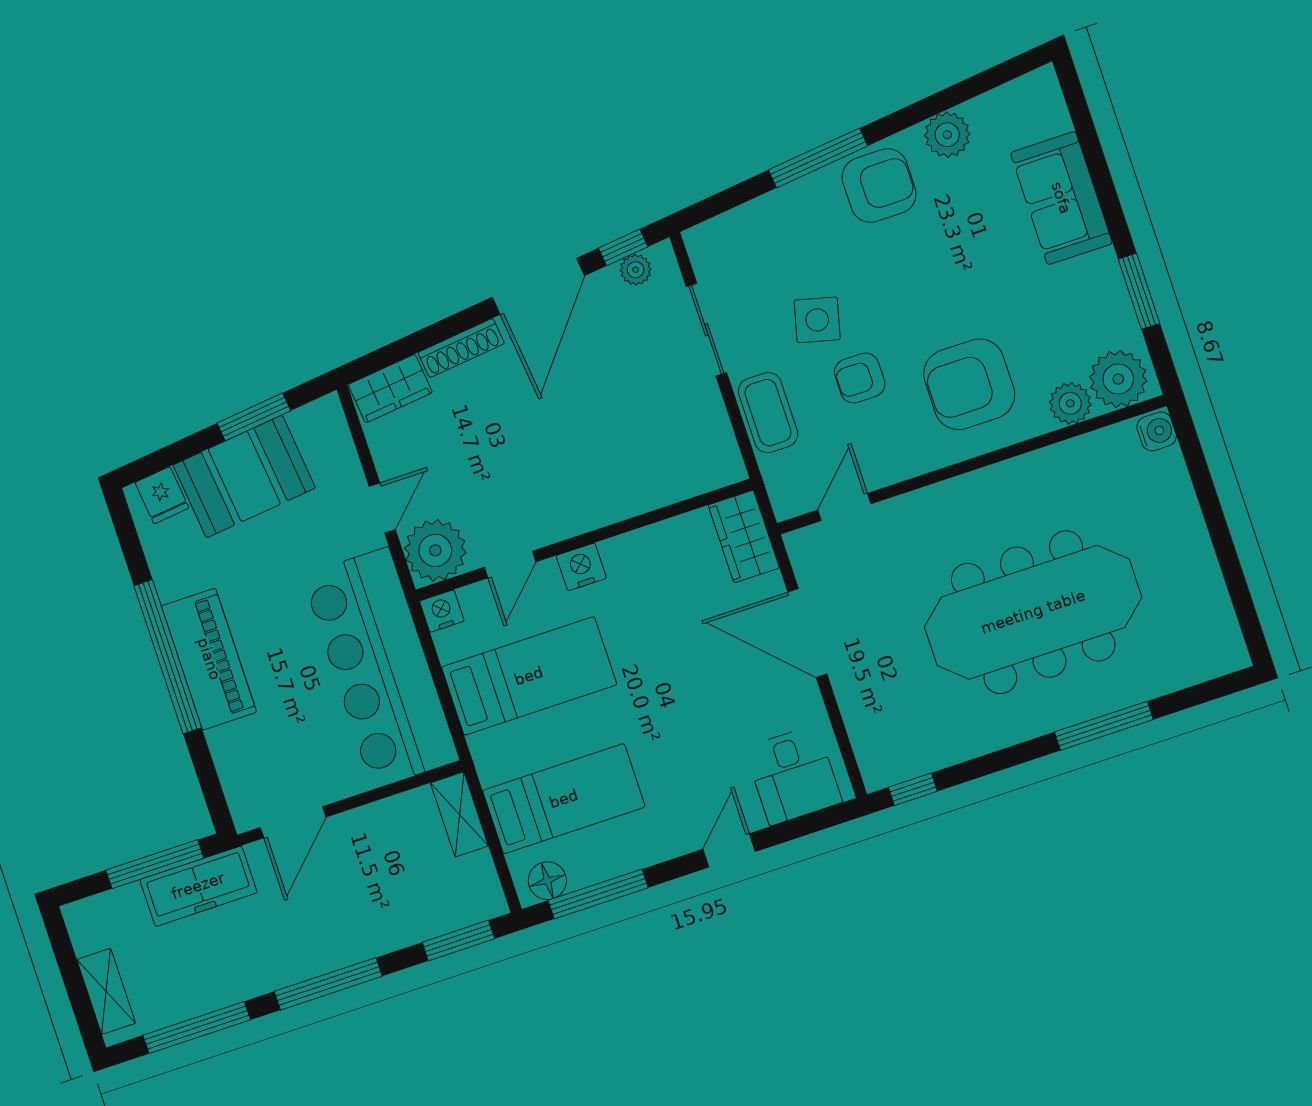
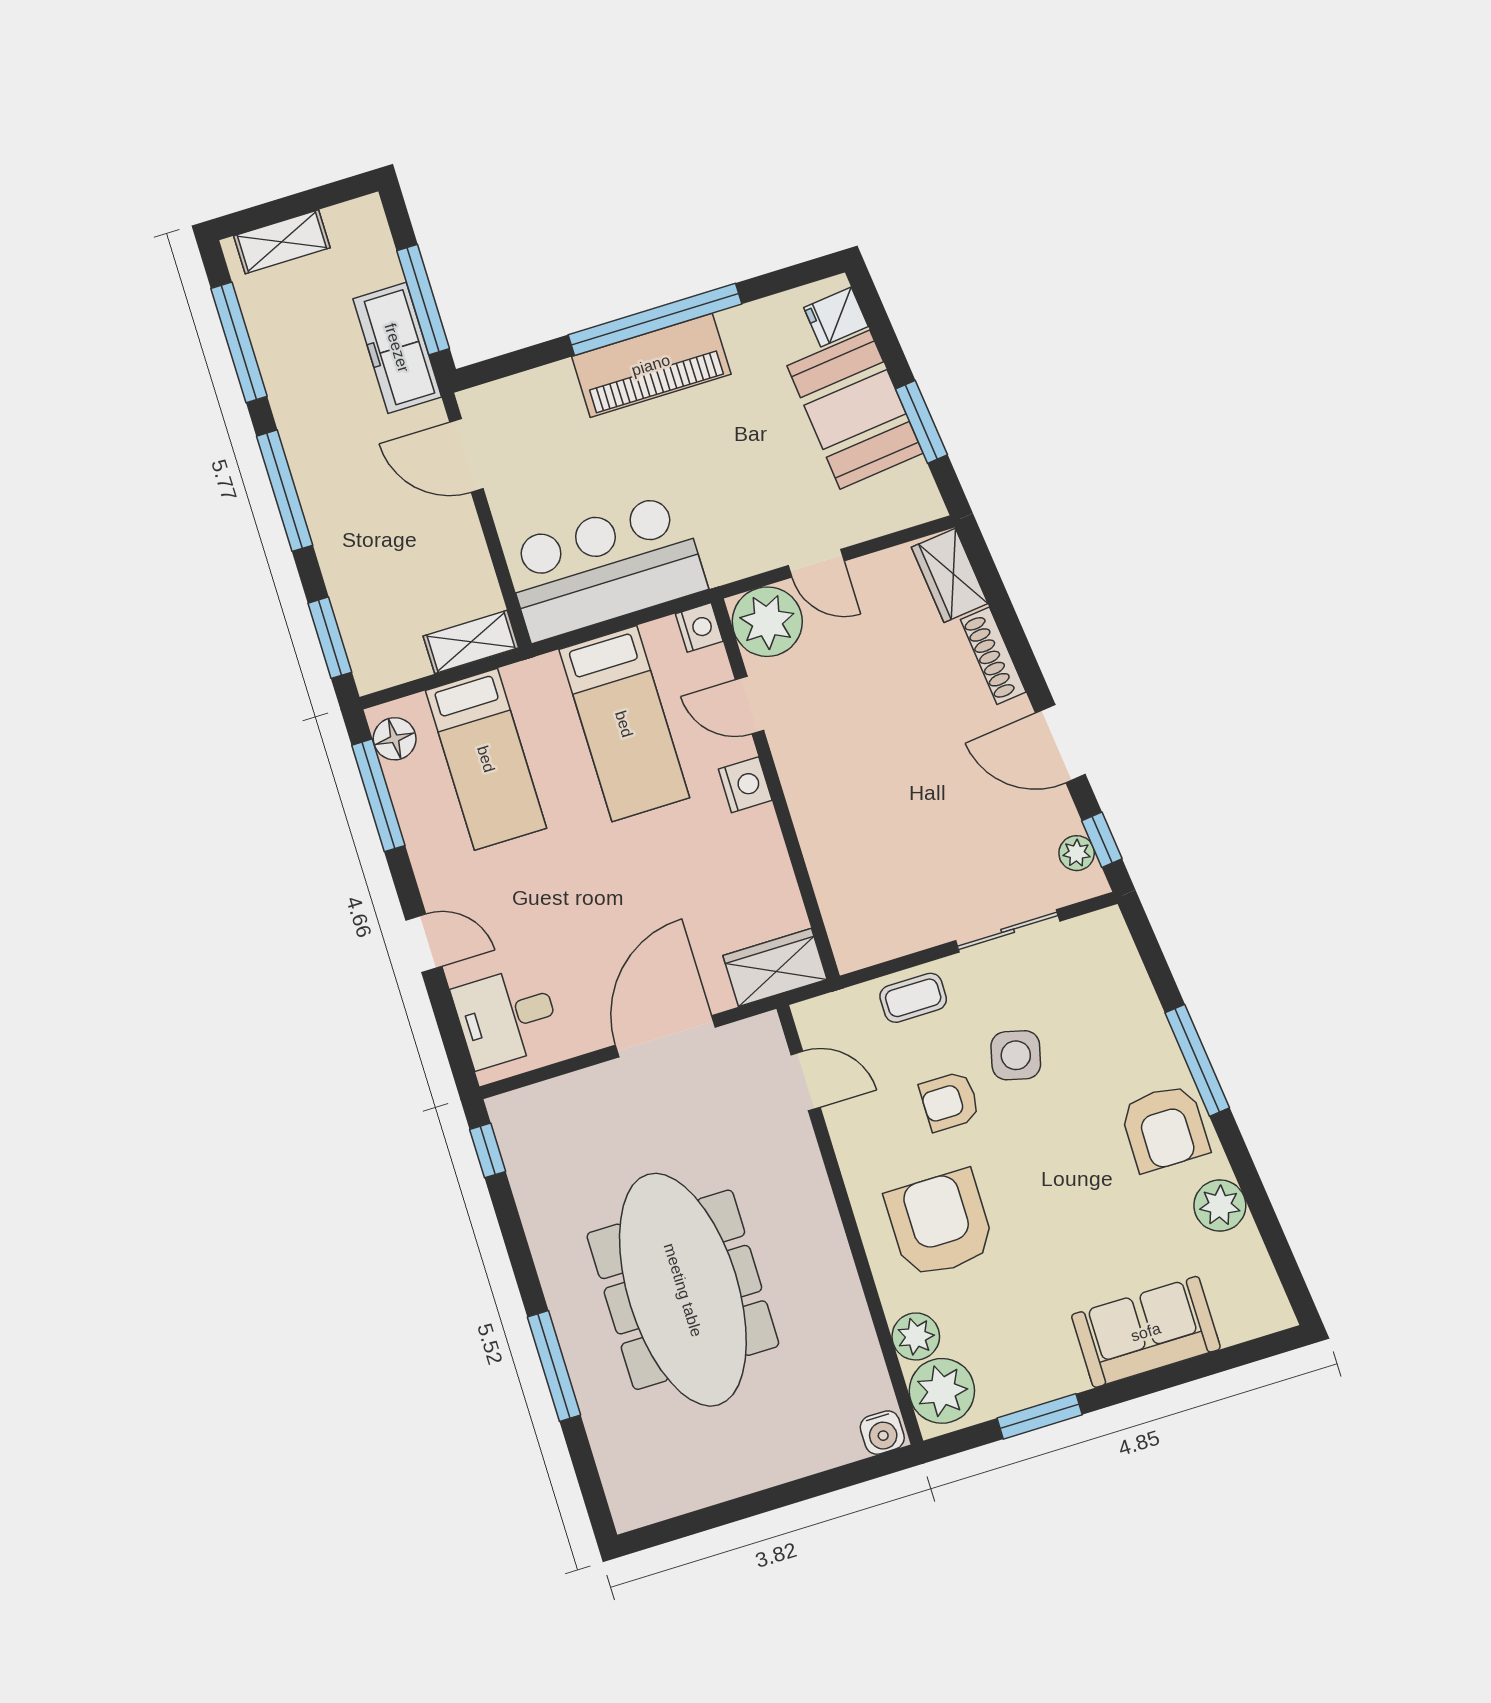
door: (538, 286) -> (1060, 744), width x0.73
armchair: (860, 378) -> (950, 1101), turned -90
coffee table: (768, 413) -> (913, 998), width x0.73, depth x0.77
bar counter: (381, 668) -> (605, 567), width x0.73

